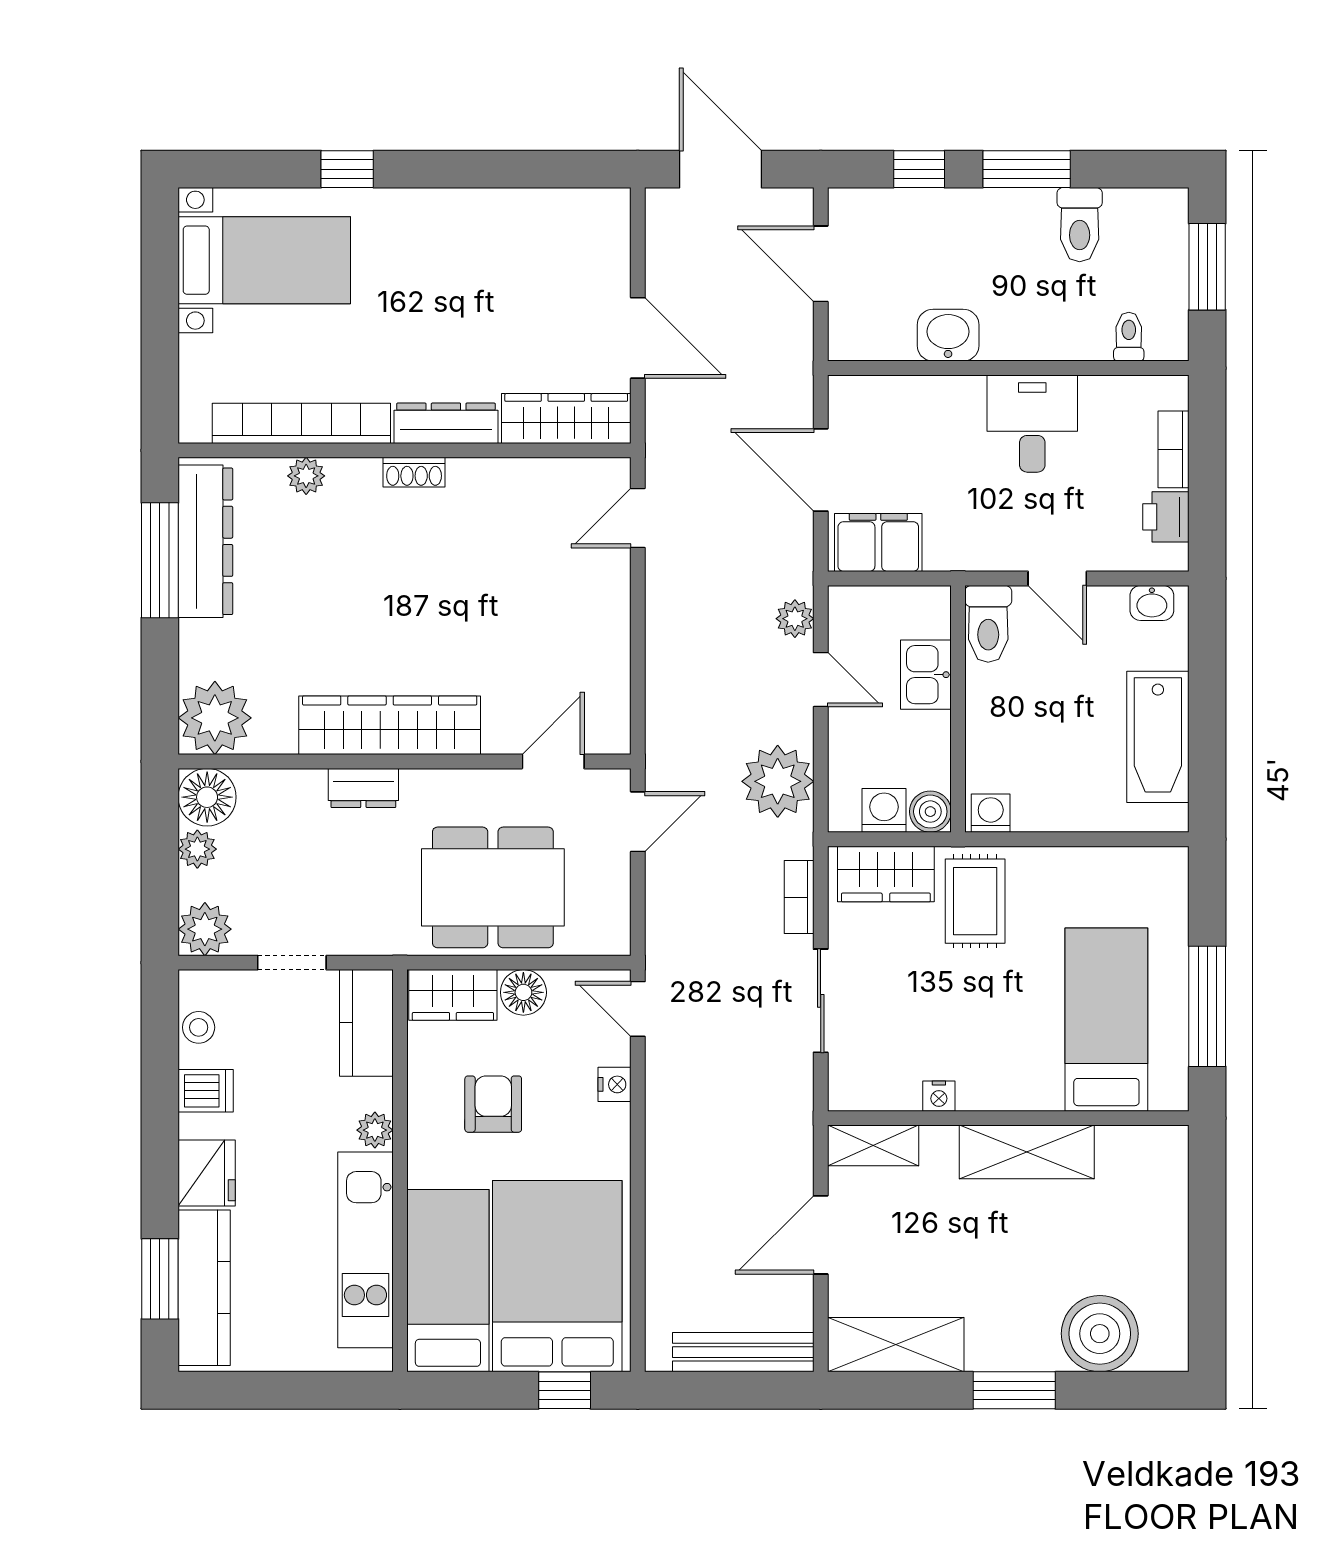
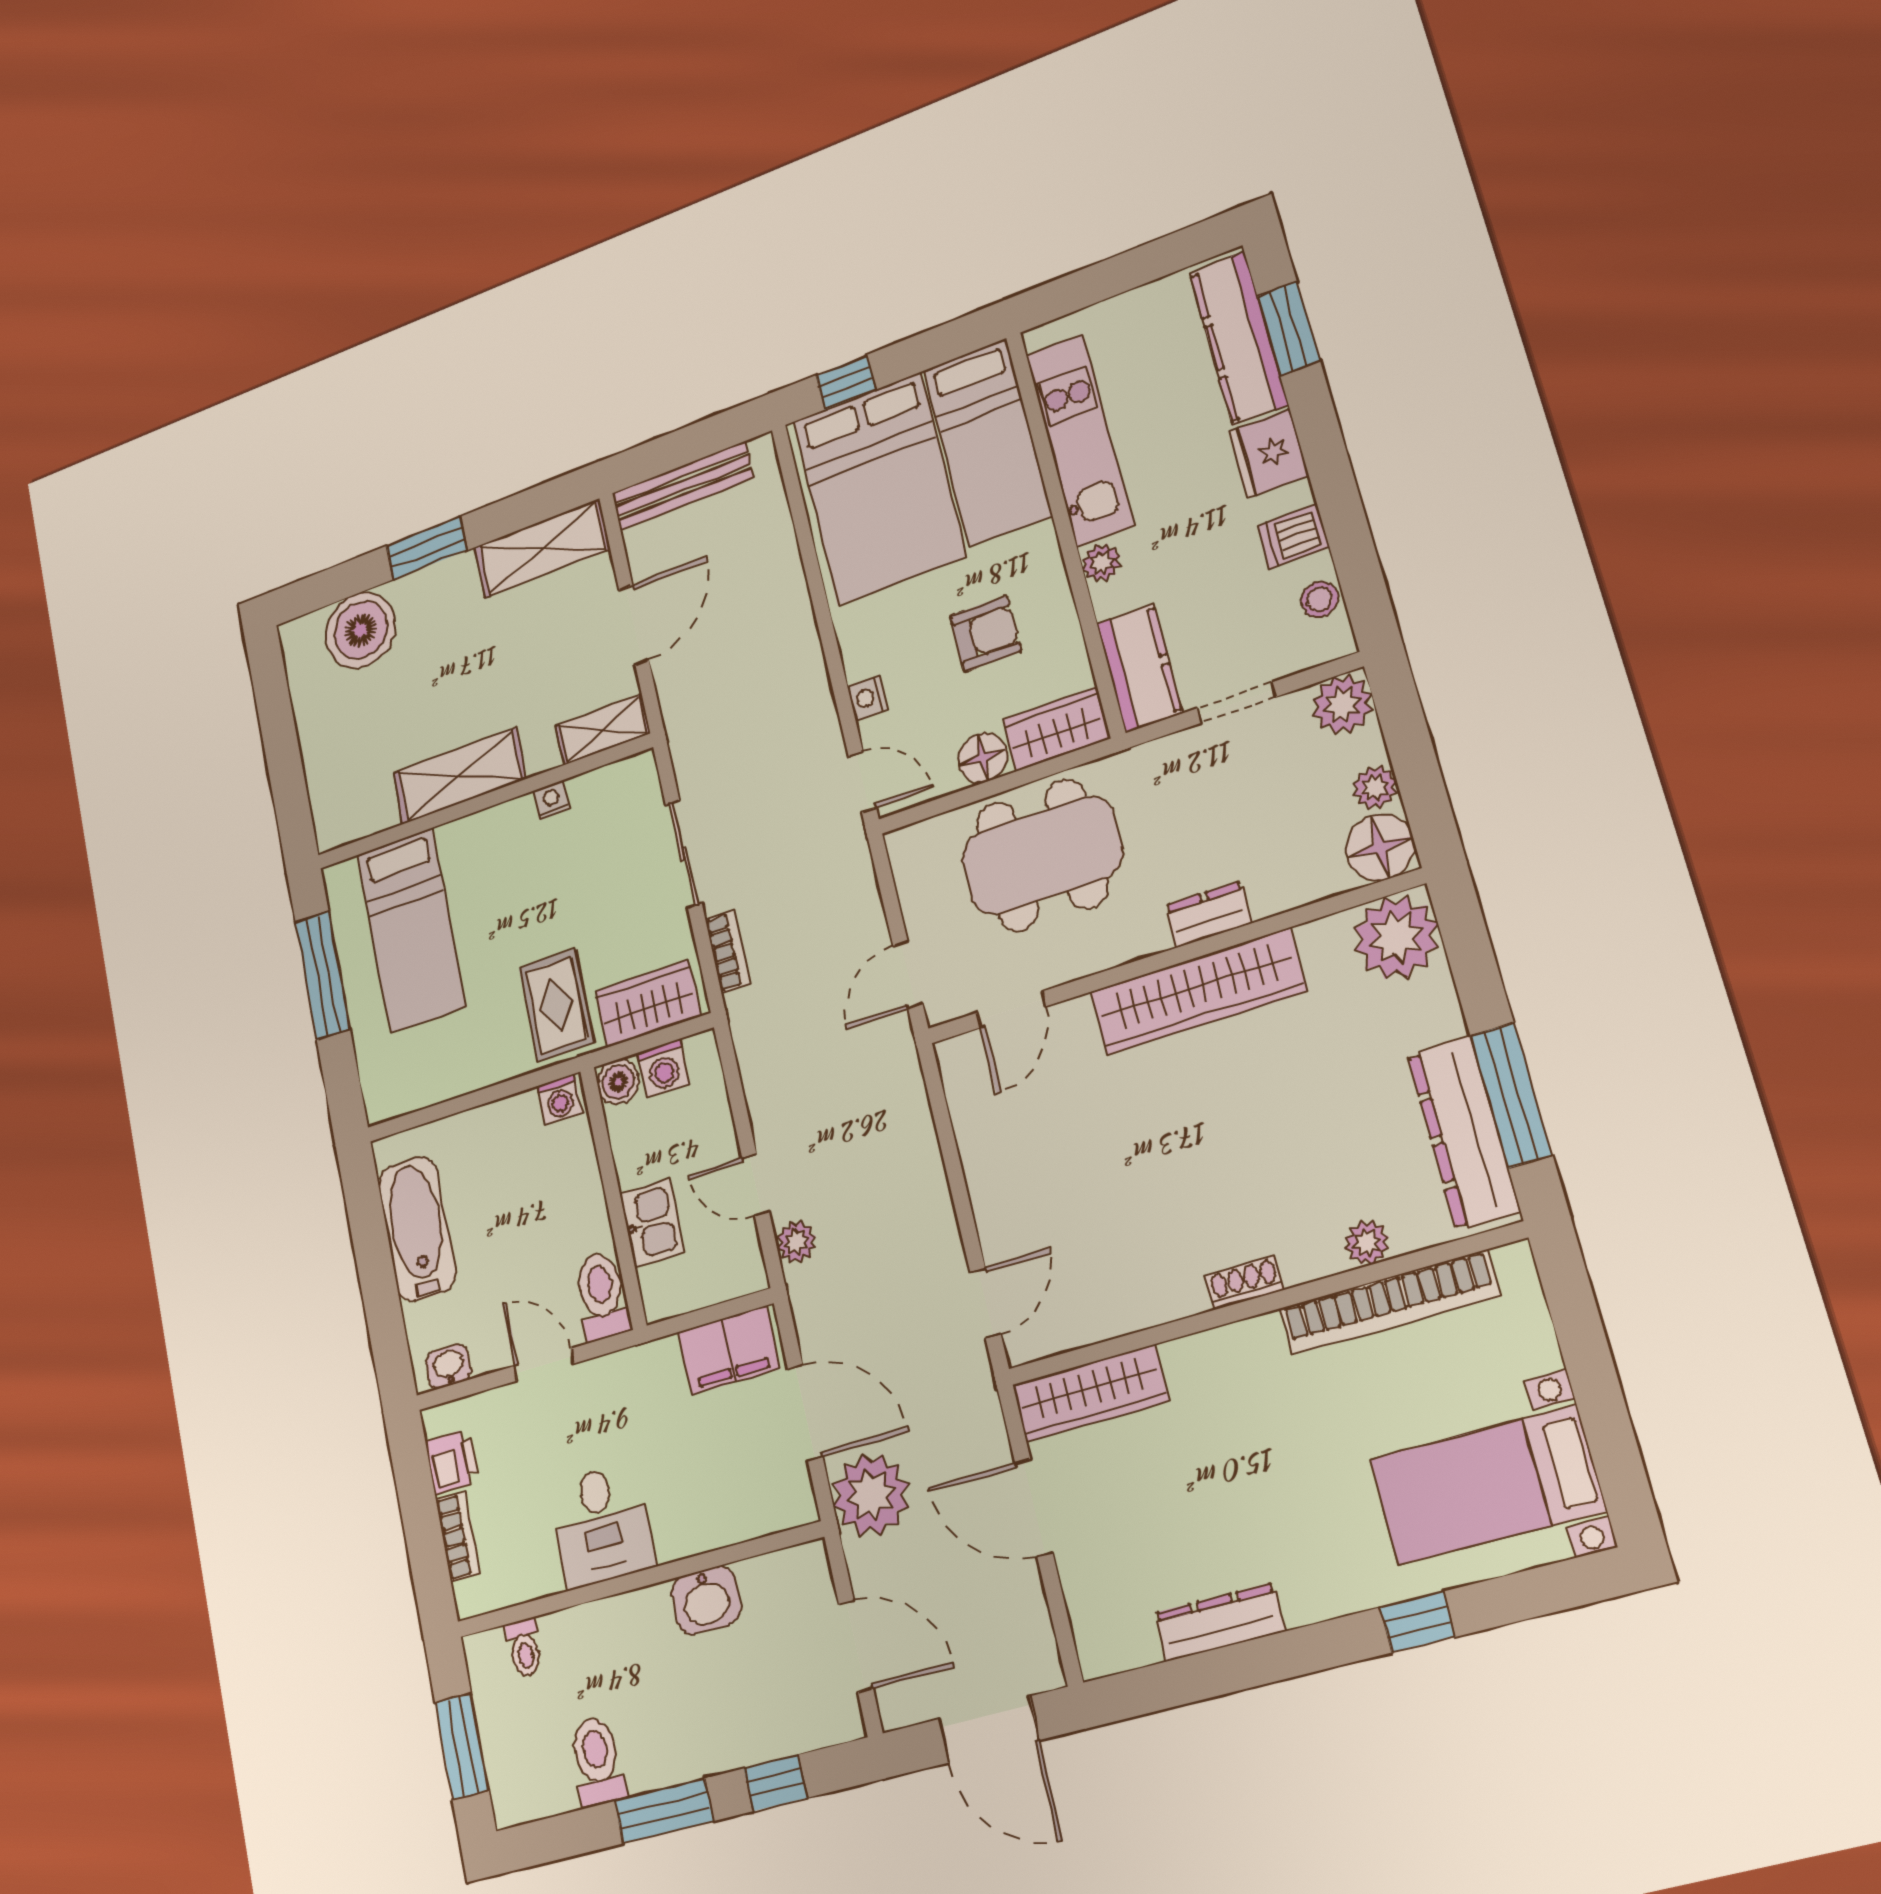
dresser: (446, 423) -> (1219, 1622), moved, turned 180
plant: (778, 781) -> (871, 1495), moved
armchair: (493, 1104) -> (986, 634), turned -90

